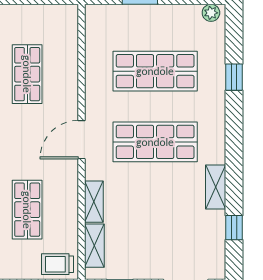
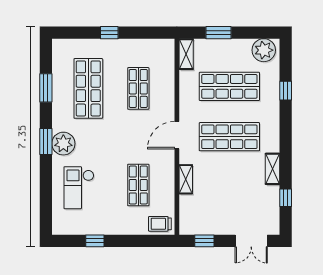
plant: (211, 13) -> (264, 50), width x1.87, depth x1.87
shelving: (94, 246) -> (186, 54), moved

